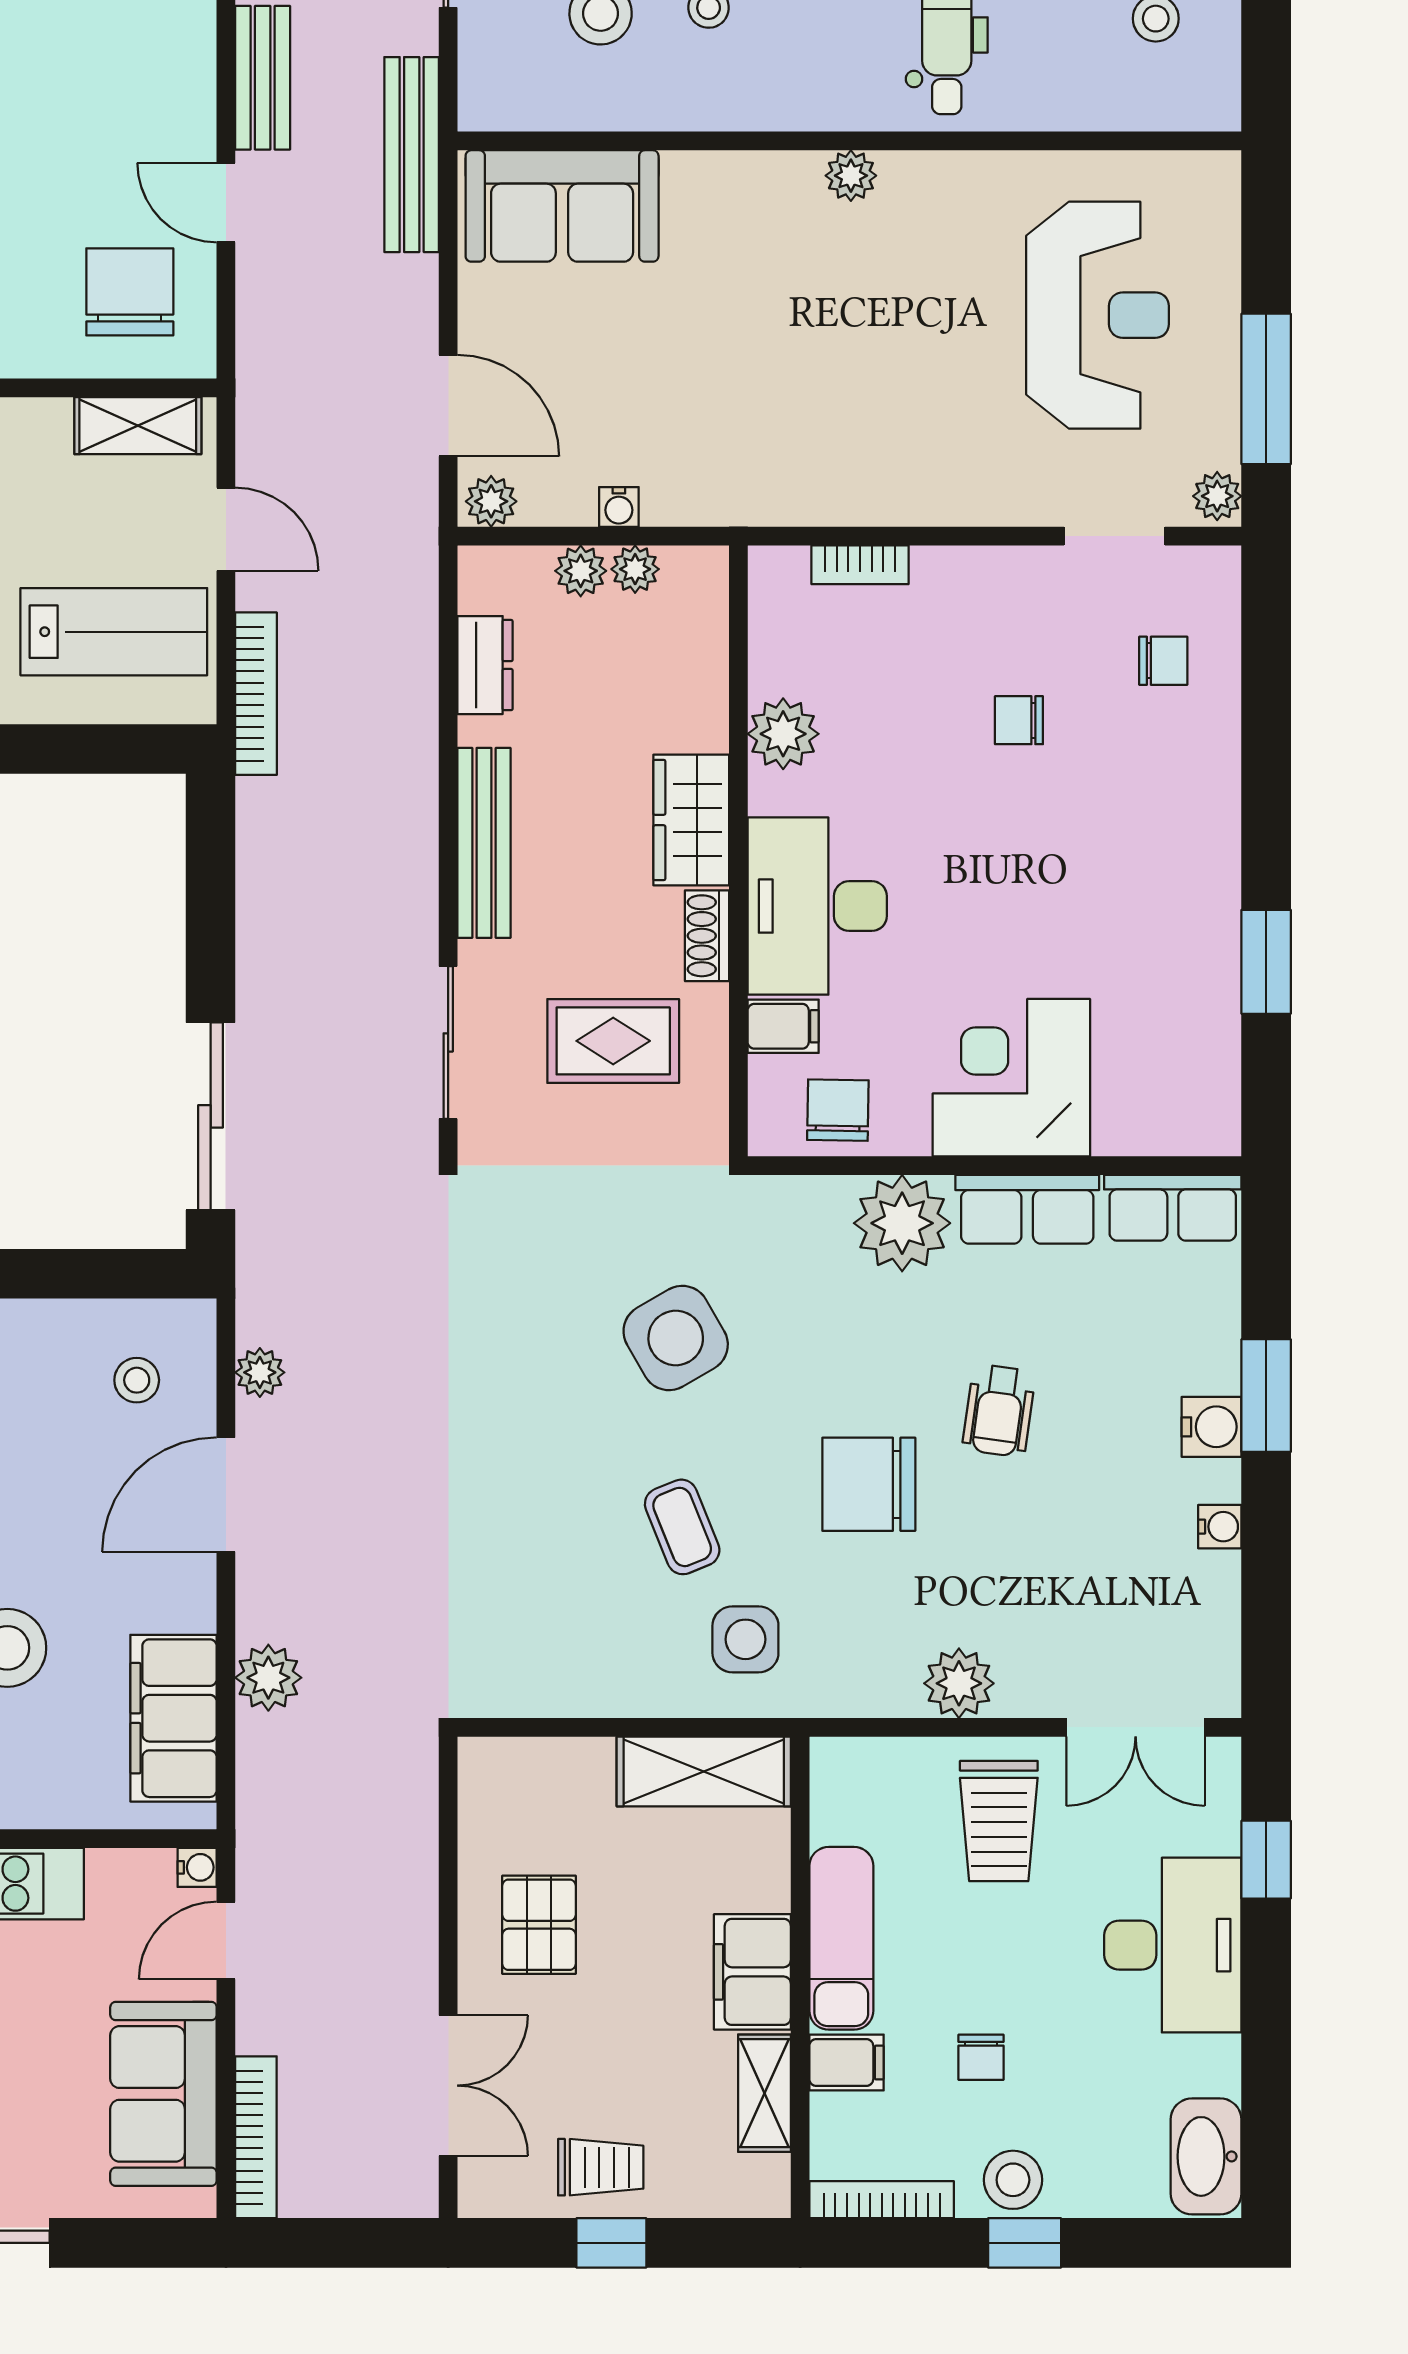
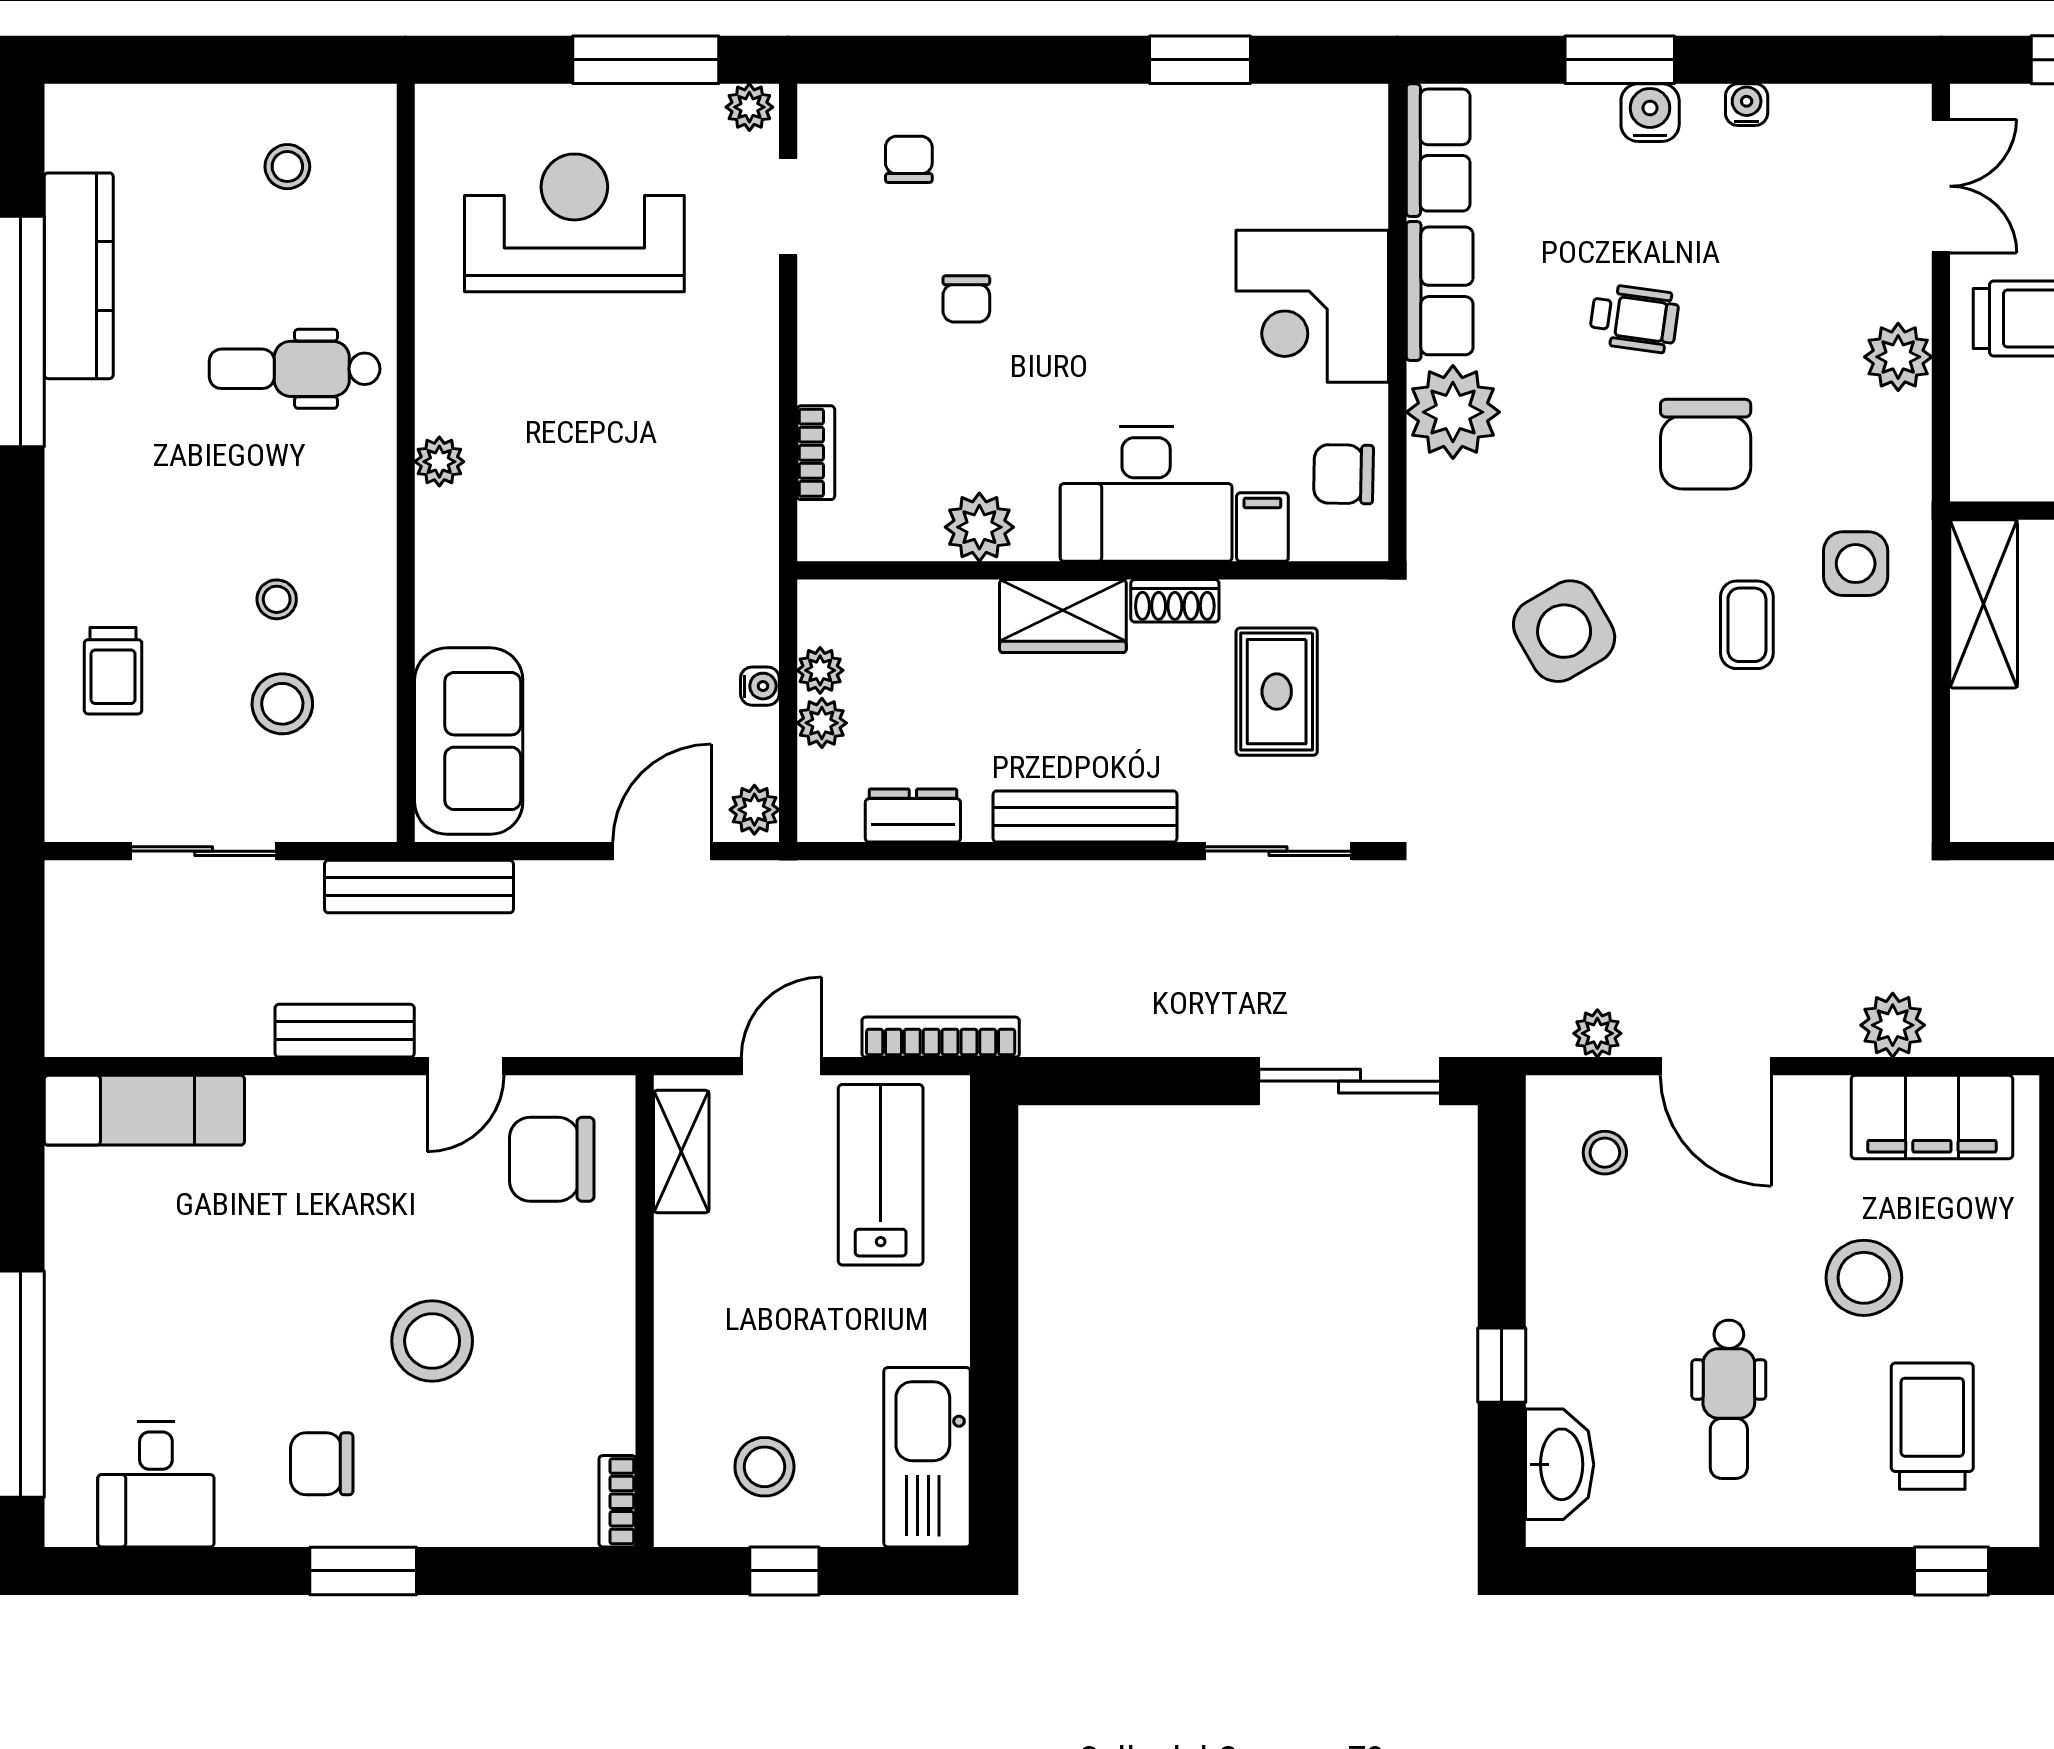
coffee table: (682, 1527) -> (1747, 625), turned -68

